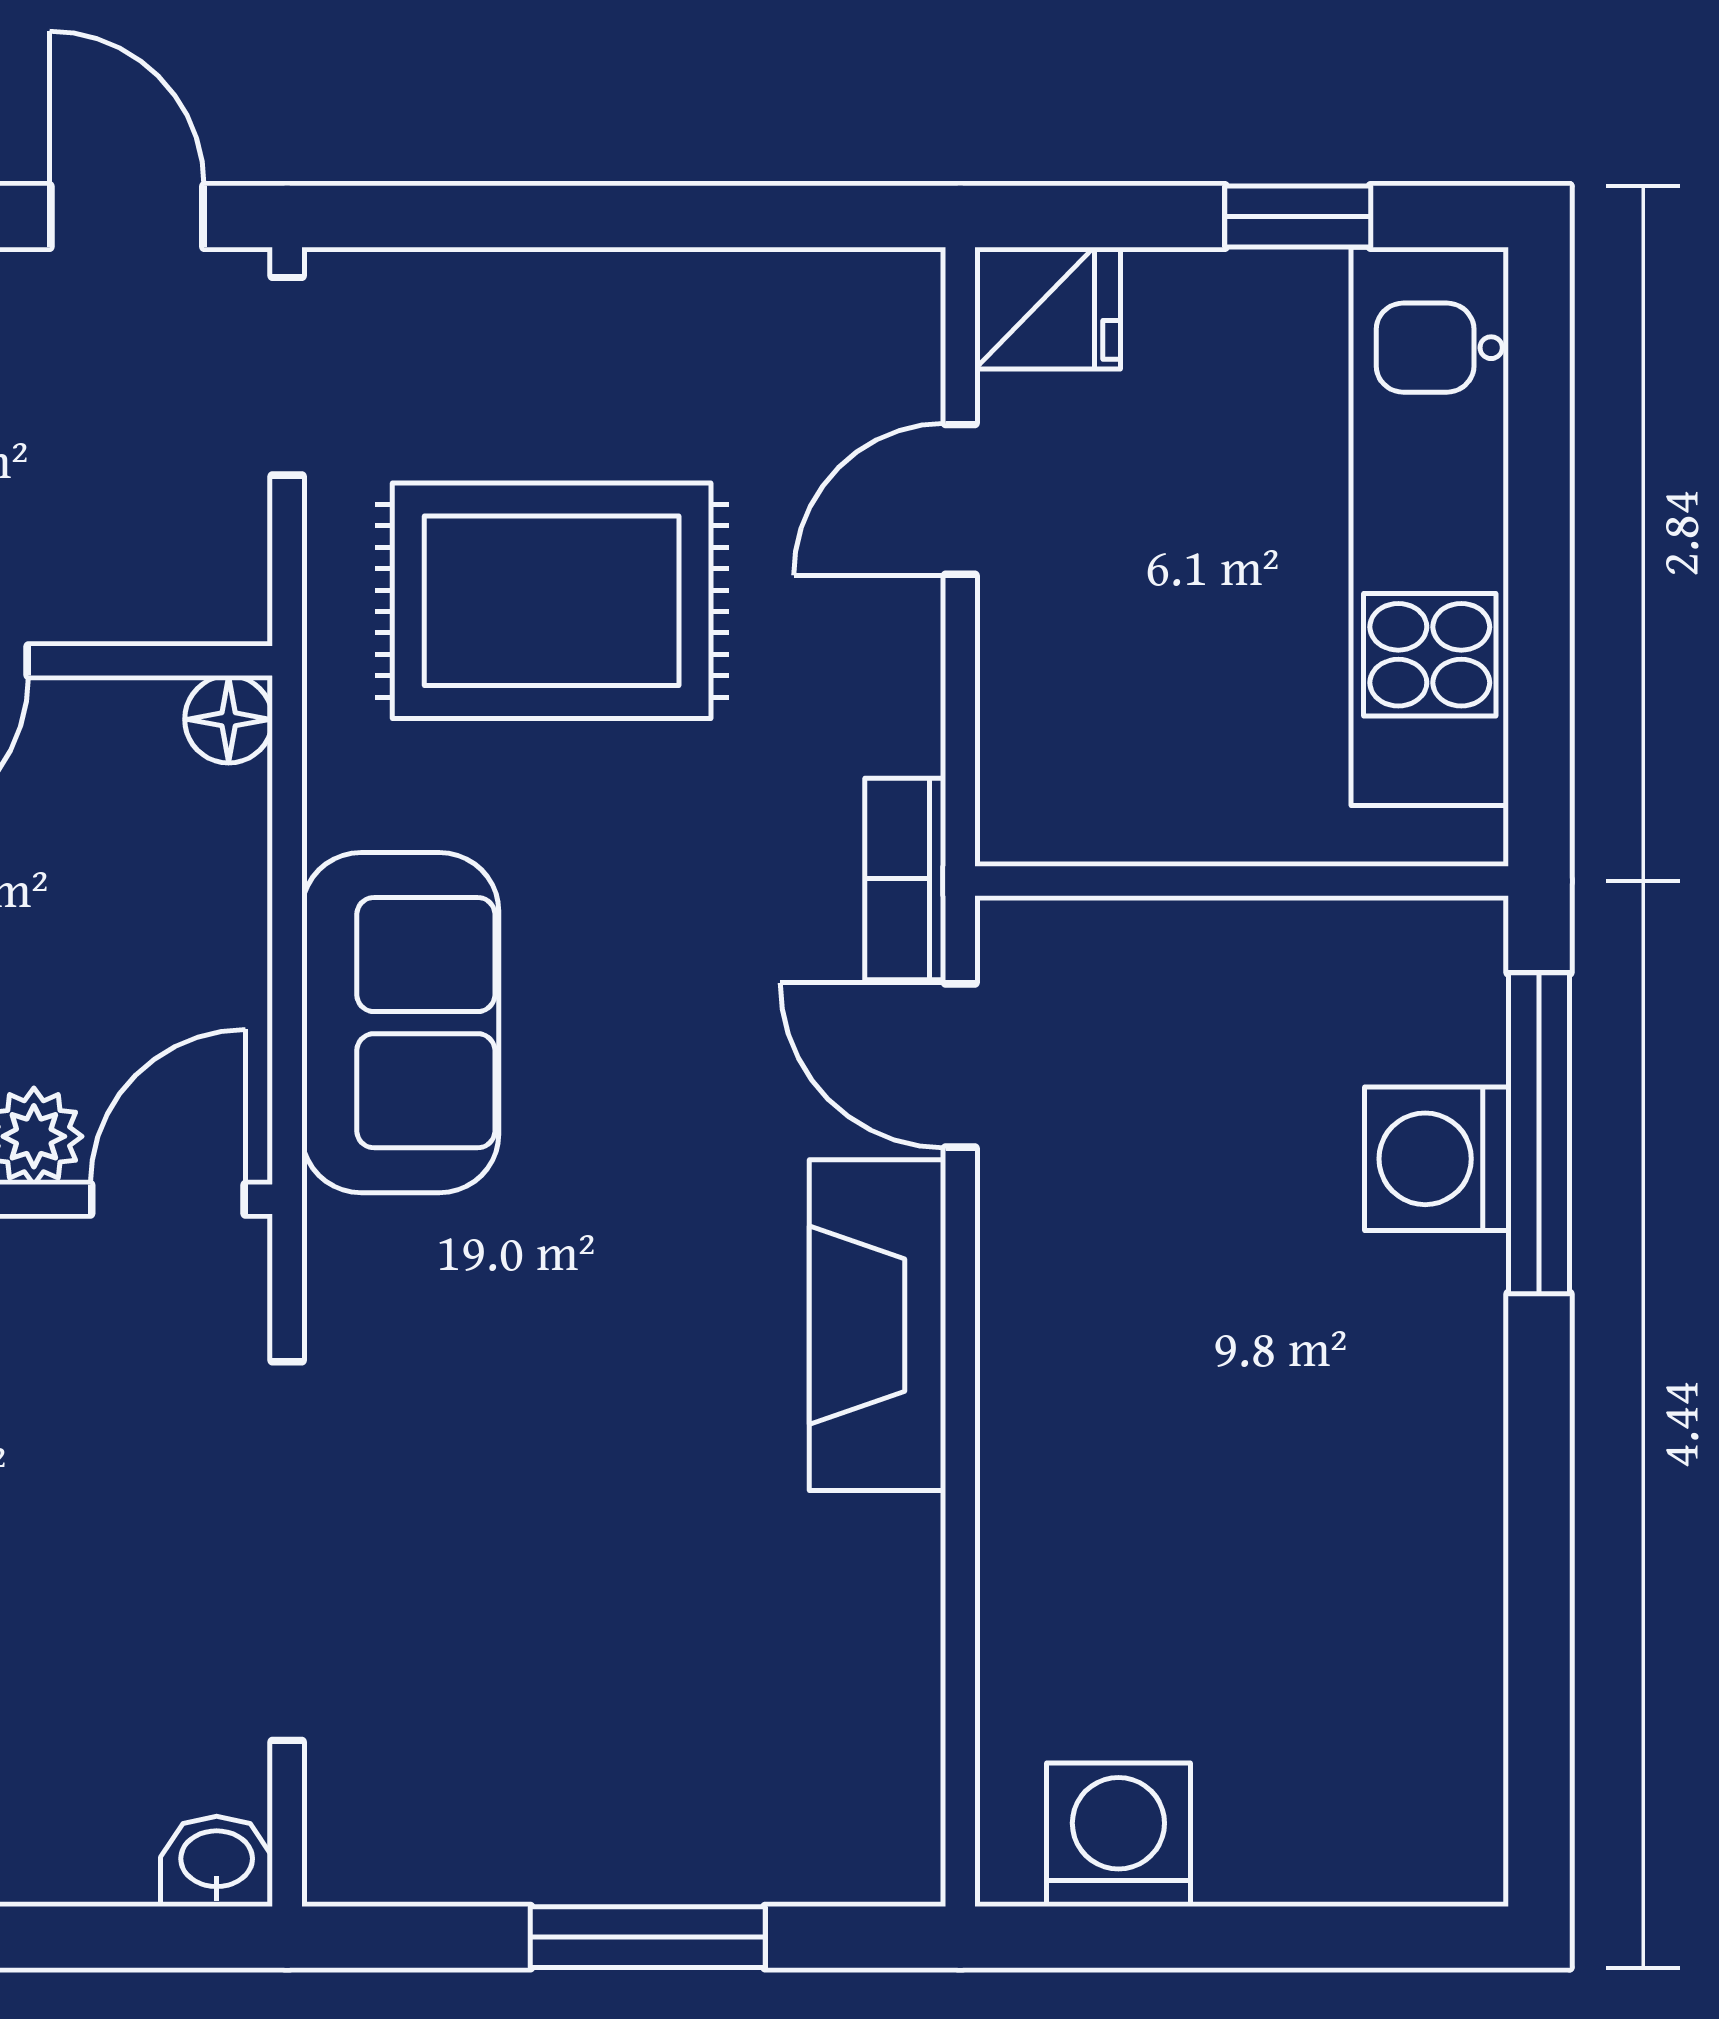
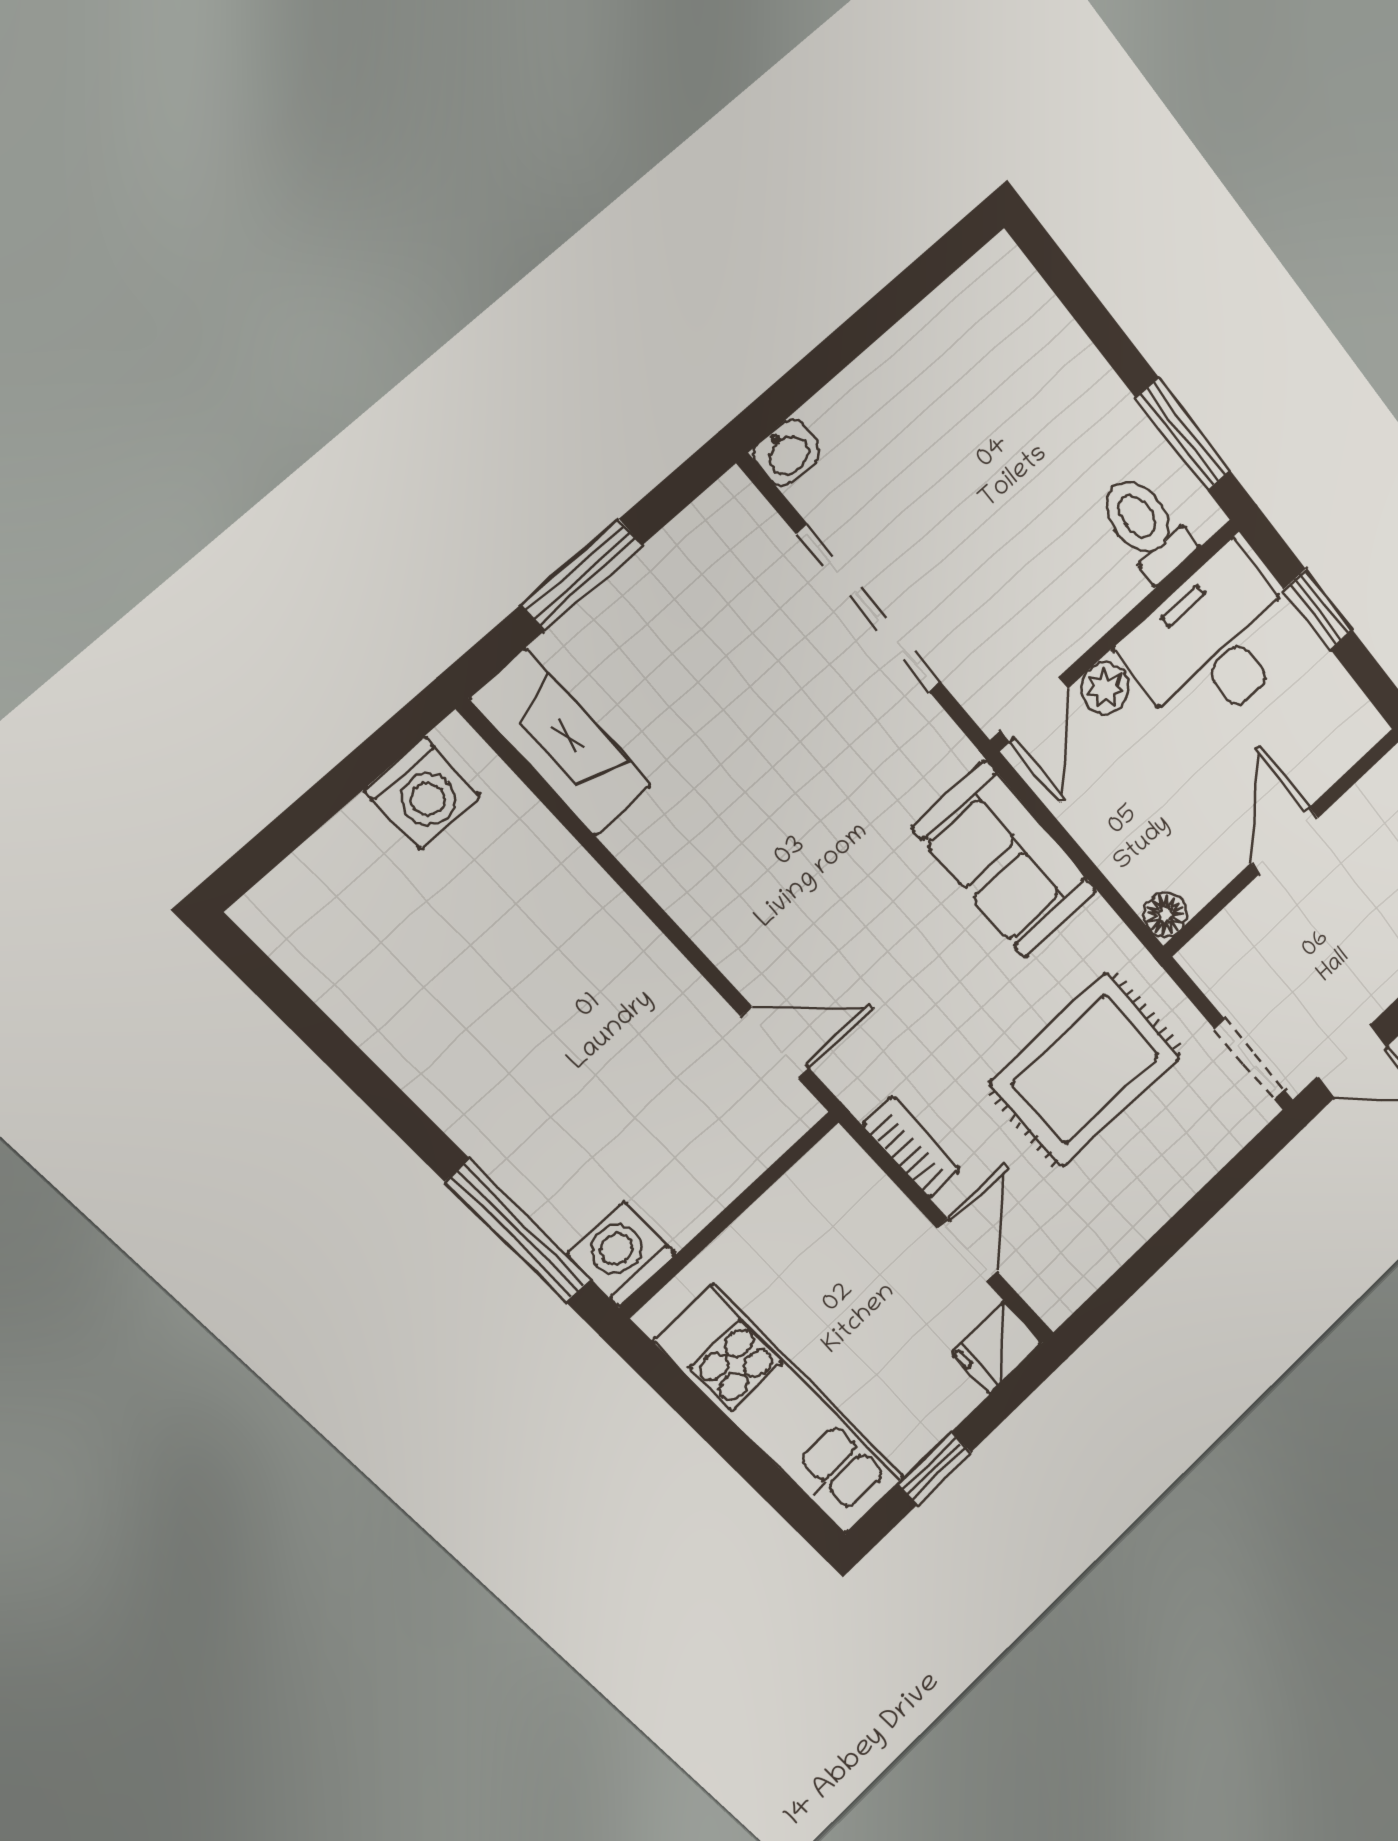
bookcase: (905, 879) -> (911, 1147), moved
washing machine: (1437, 1159) -> (621, 1254), moved, turned -90
fireplace: (877, 1325) -> (561, 743), moved

